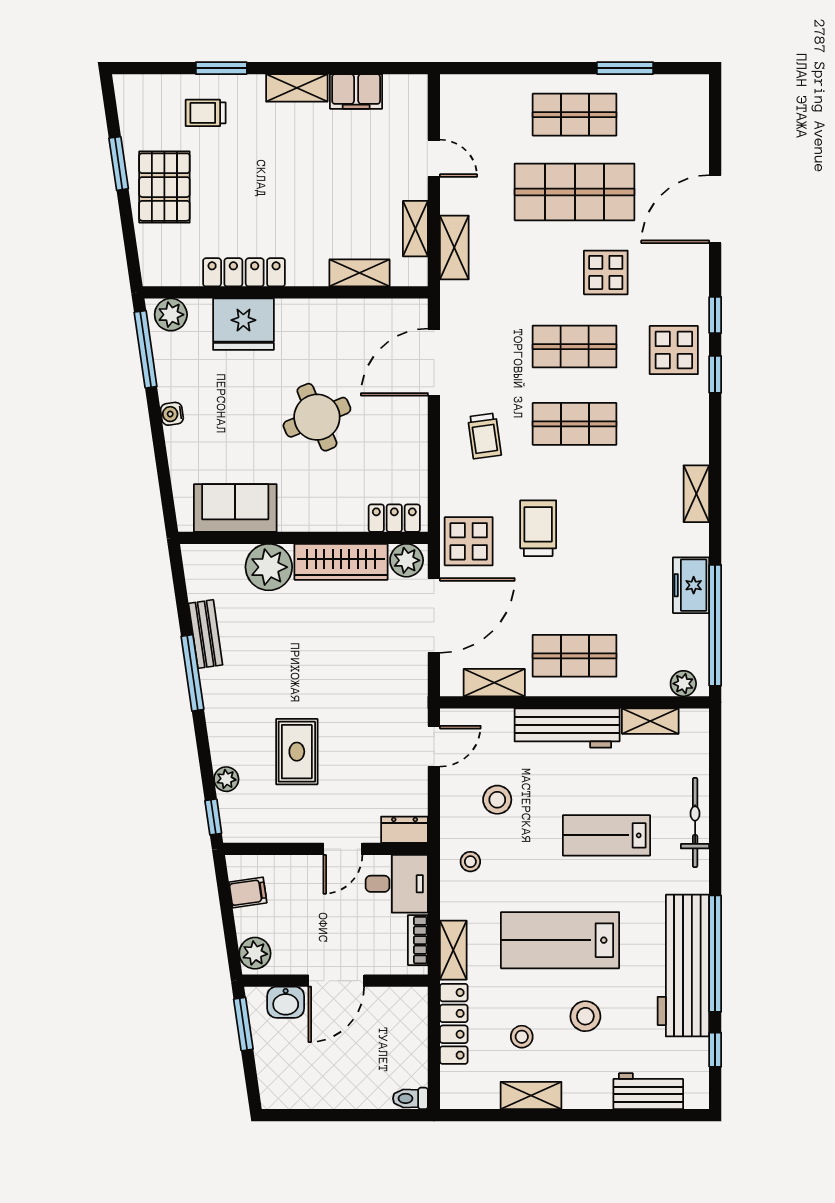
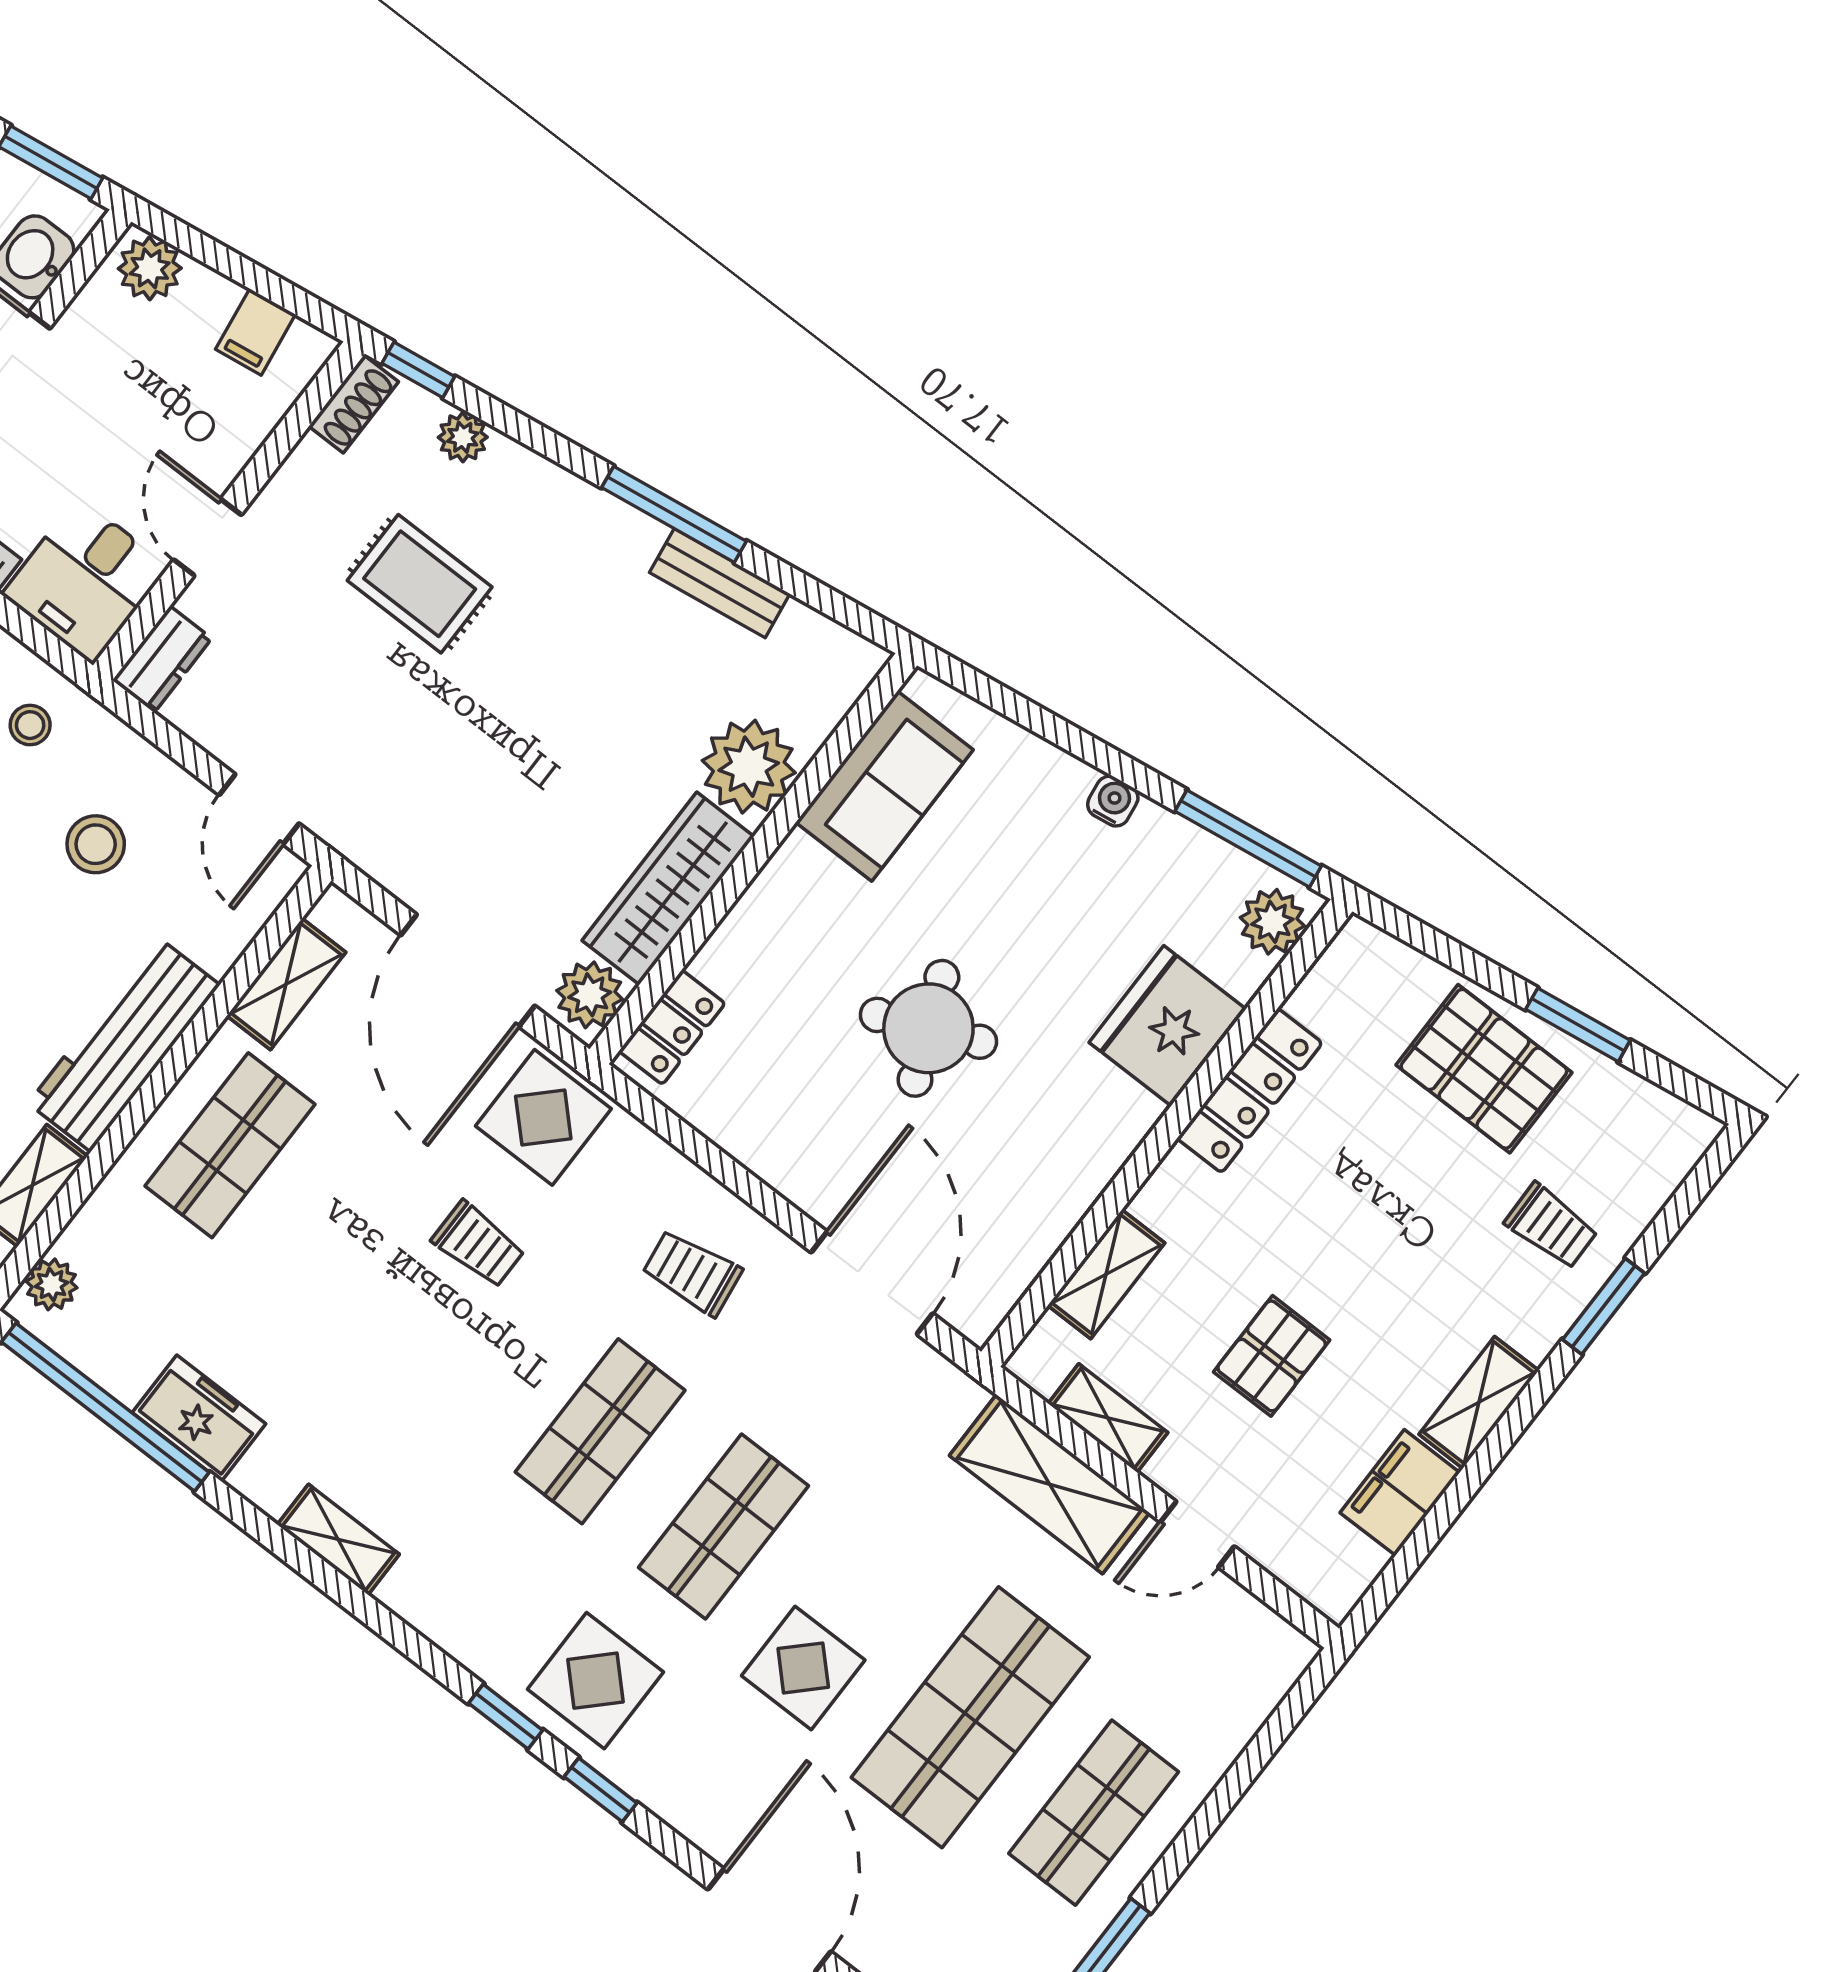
trolley: (206, 113) -> (1551, 1226), turned 89
pallet: (341, 183) -> (1272, 1356), added
shelving: (454, 247) -> (1049, 1484), width x1.50, depth x1.33
trolley: (538, 528) -> (478, 1244), width x0.73, depth x0.72
shoe rack: (246, 832) -> (354, 404), added

